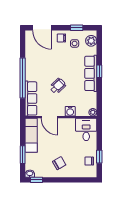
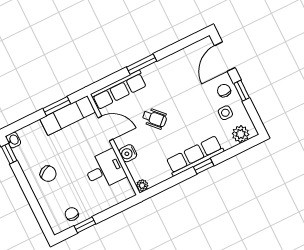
window: (77, 28) -> (242, 91), moved
window: (23, 78) -> (142, 64), width x0.47
door: (49, 117) -> (106, 128), swing flipped
desk: (86, 129) -> (105, 170), moved
window: (23, 155) -> (57, 106), moved

